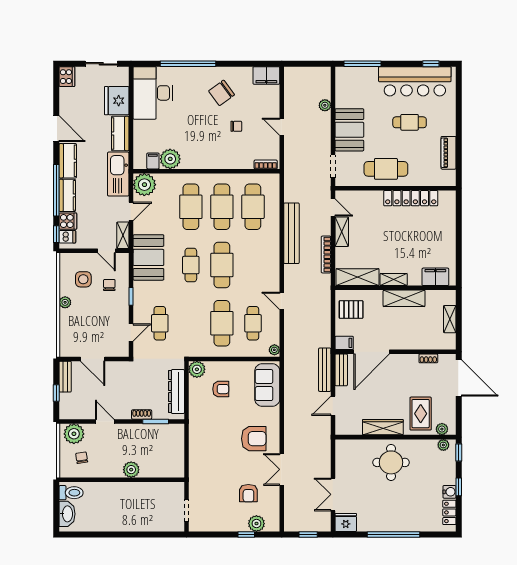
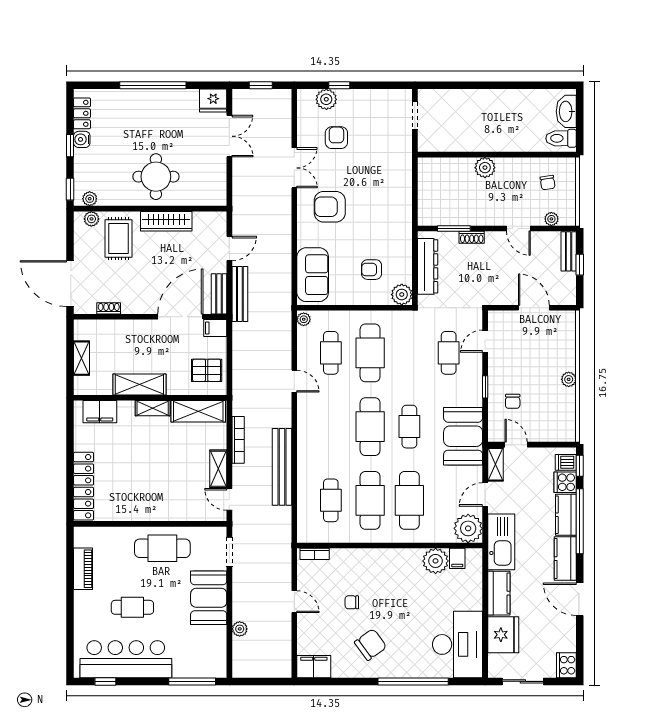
locker: (411, 198) -> (84, 486), moved, turned 90
cafe table: (253, 207) -> (331, 500), width x0.73, depth x0.74
side table: (83, 279) -> (546, 409), removed
bench: (65, 377) -> (569, 251), moved
plant: (74, 434) -> (551, 219), width x0.53, depth x0.53

